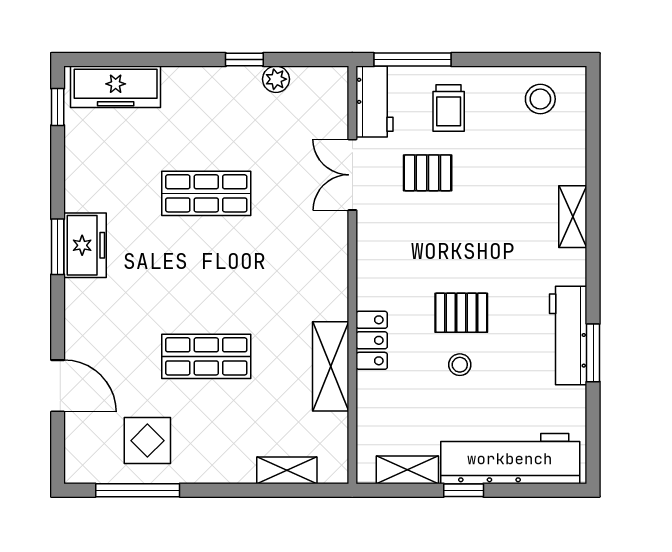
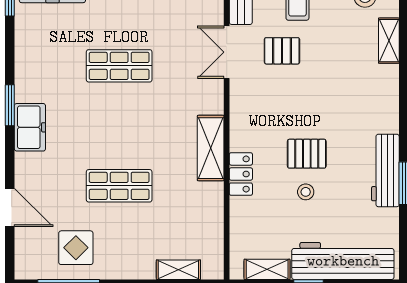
shelving: (573, 217) -> (389, 41), moved
freezer: (85, 245) -> (30, 127), moved
shelving: (331, 366) -> (211, 148), moved

